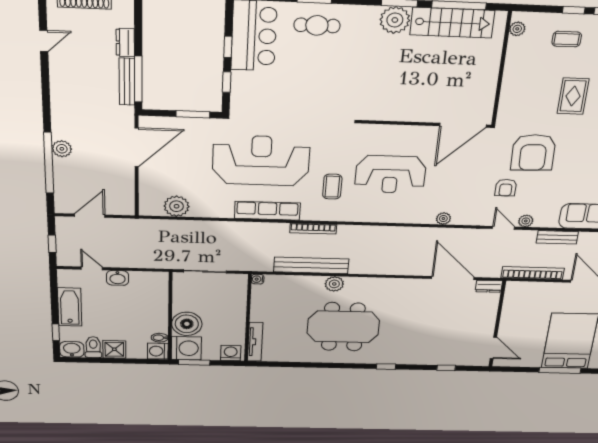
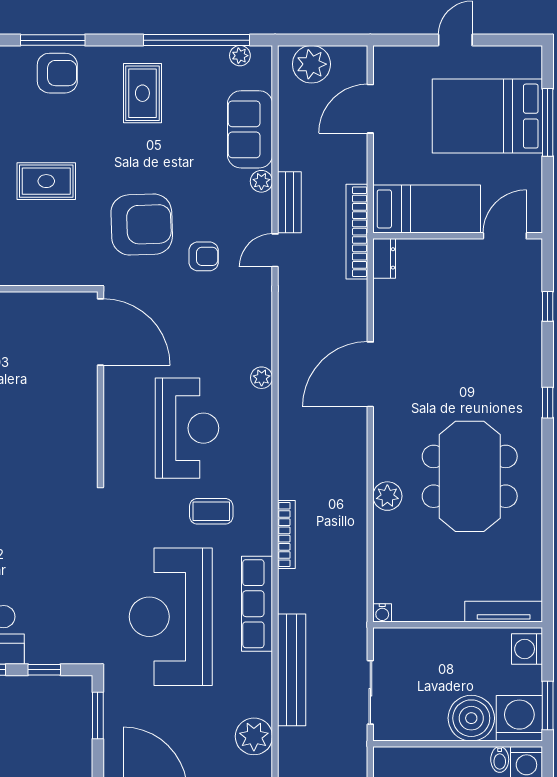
plant: (443, 219) -> (262, 378), moved
plant: (526, 221) -> (261, 181), moved
bench: (557, 237) -> (289, 202), moved
bench: (311, 265) -> (292, 670), moved
bookcase: (533, 273) -> (357, 232), moved
door: (453, 278) -> (370, 374), moved
bed: (517, 309) -> (427, 209), added

